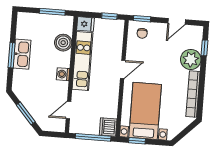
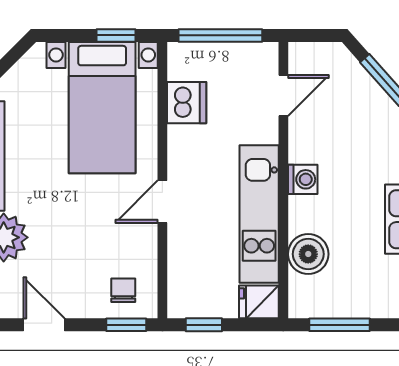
door: (177, 21) -> (44, 325), hinge flipped
dishwasher: (108, 127) -> (187, 103), moved

